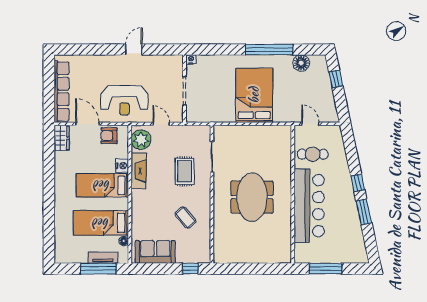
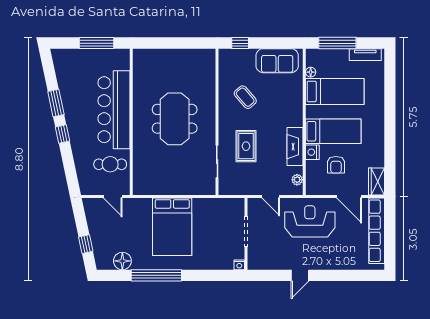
armchair: (109, 136) -> (336, 165), moved, turned 90
plant: (141, 140) -> (297, 180), width x0.53, depth x0.53
tv unit: (103, 258) -> (365, 55), moved

